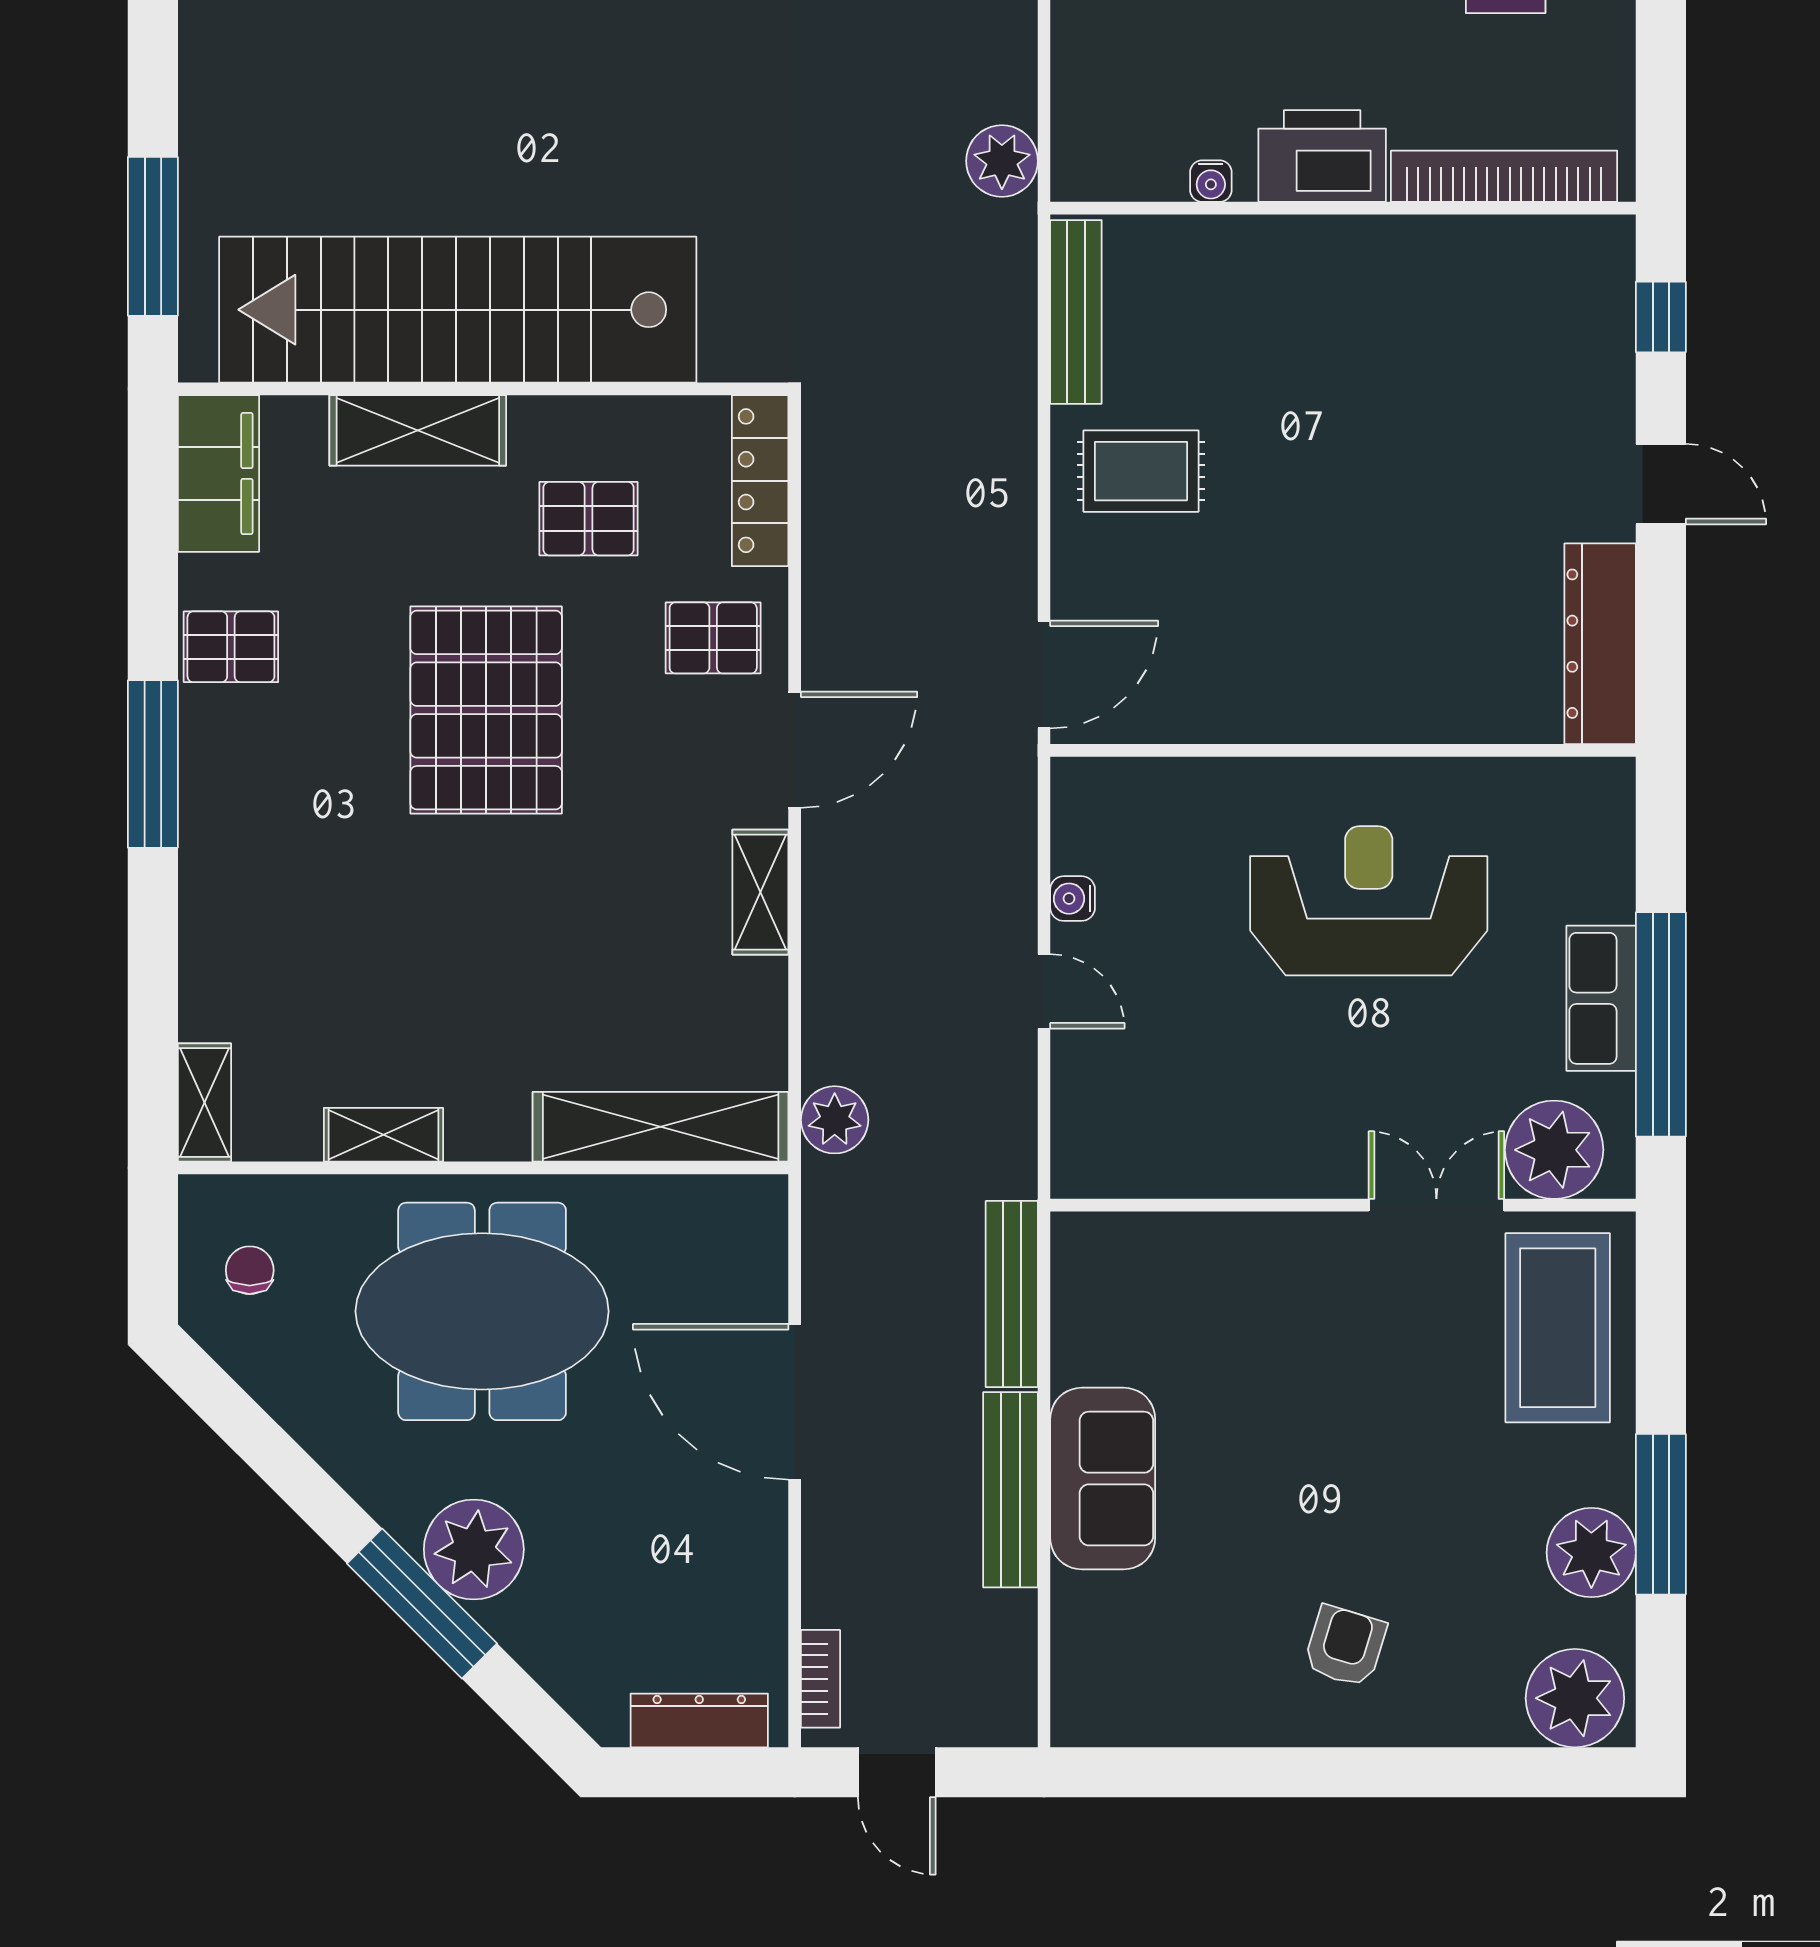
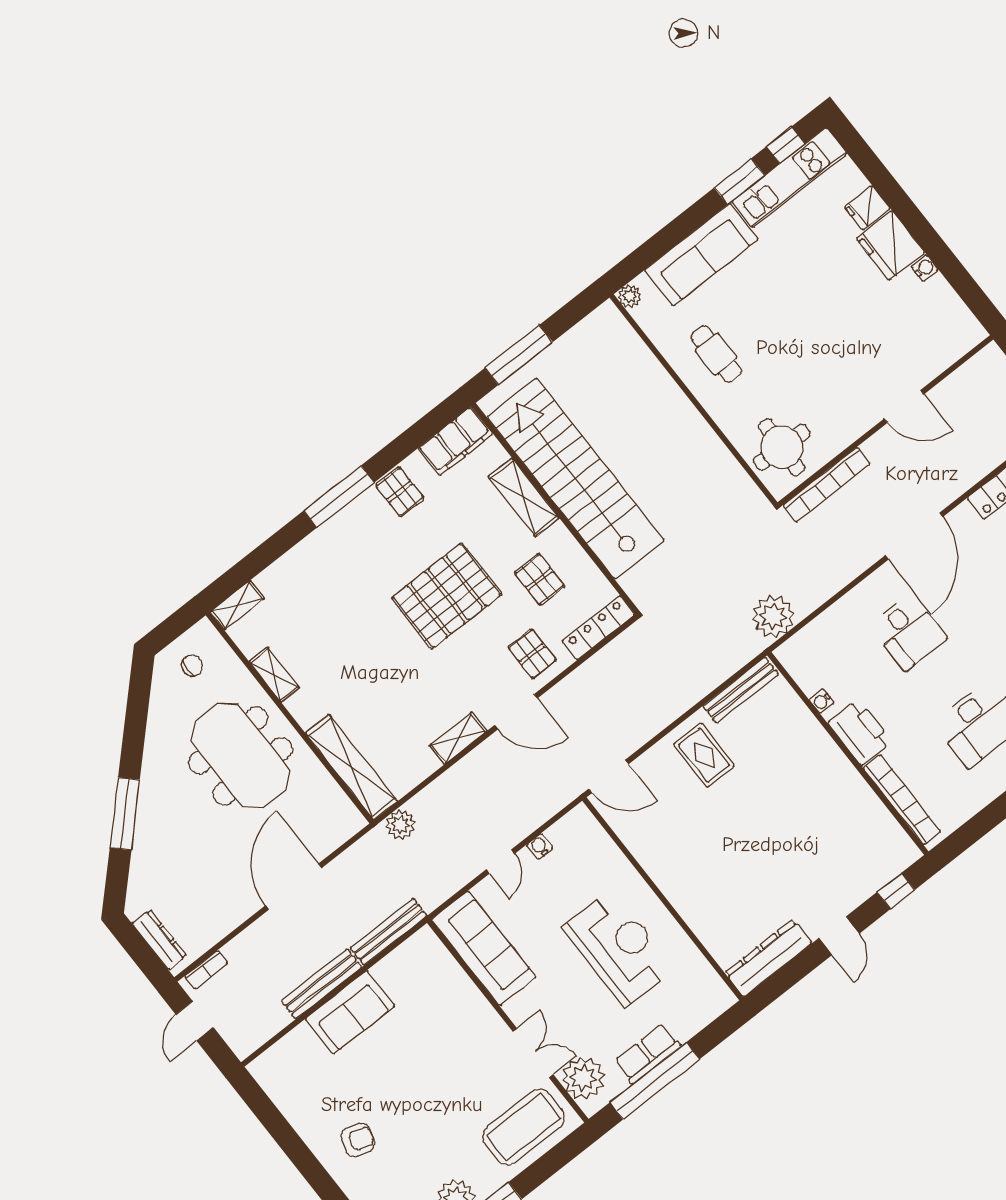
plant: (1002, 161) -> (773, 616), width x1.36, depth x1.36
sofa: (1177, 1145) -> (484, 948), added
plant: (474, 1549) -> (157, 817), removed

